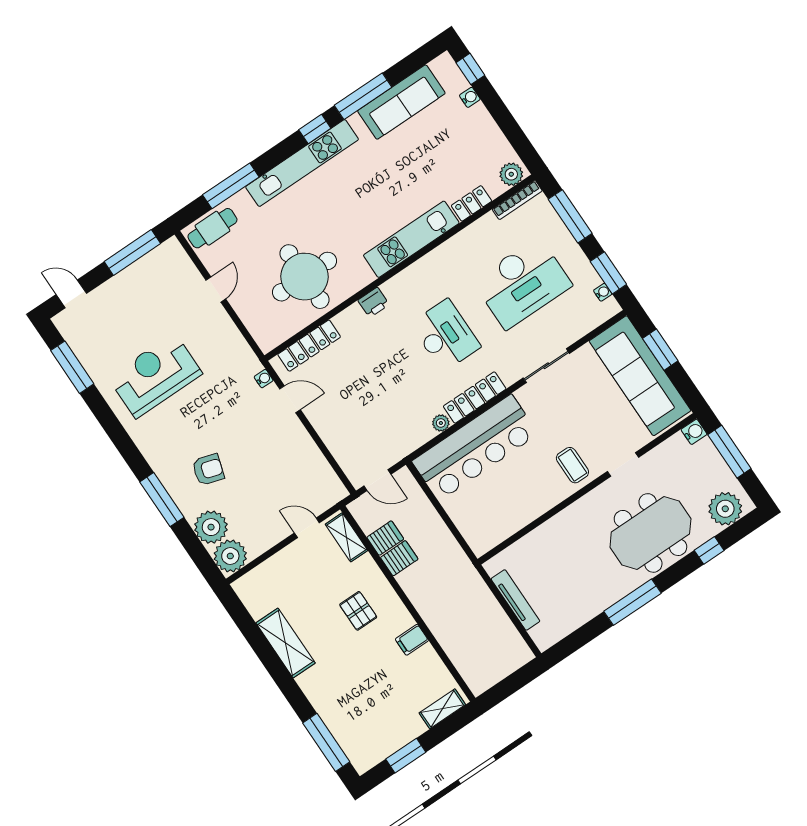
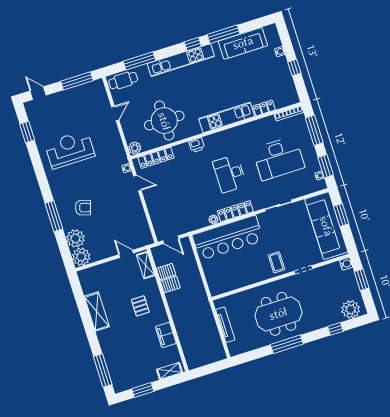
window: (470, 69) -> (294, 68), moved
plant: (511, 174) -> (135, 148), moved
desk: (445, 335) -> (230, 174), turned 180
window: (72, 367) -> (27, 132), width x0.69
window: (729, 452) -> (362, 280), width x0.69
meeting table: (650, 533) -> (278, 314), moved
filing cabinet: (412, 640) -> (166, 335), width x2.00

